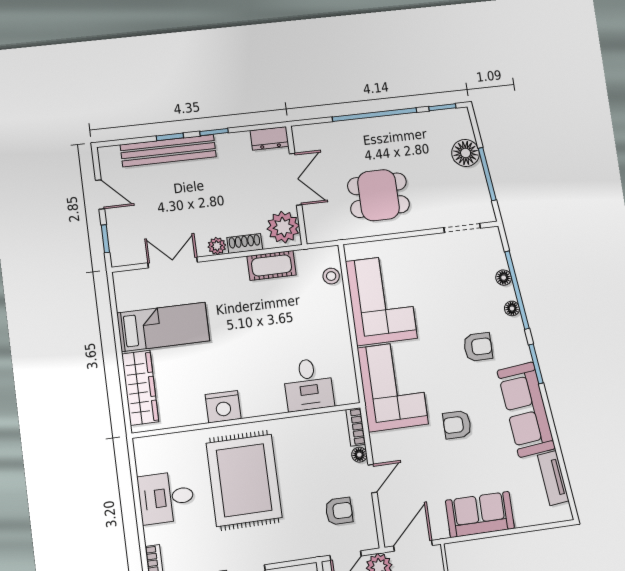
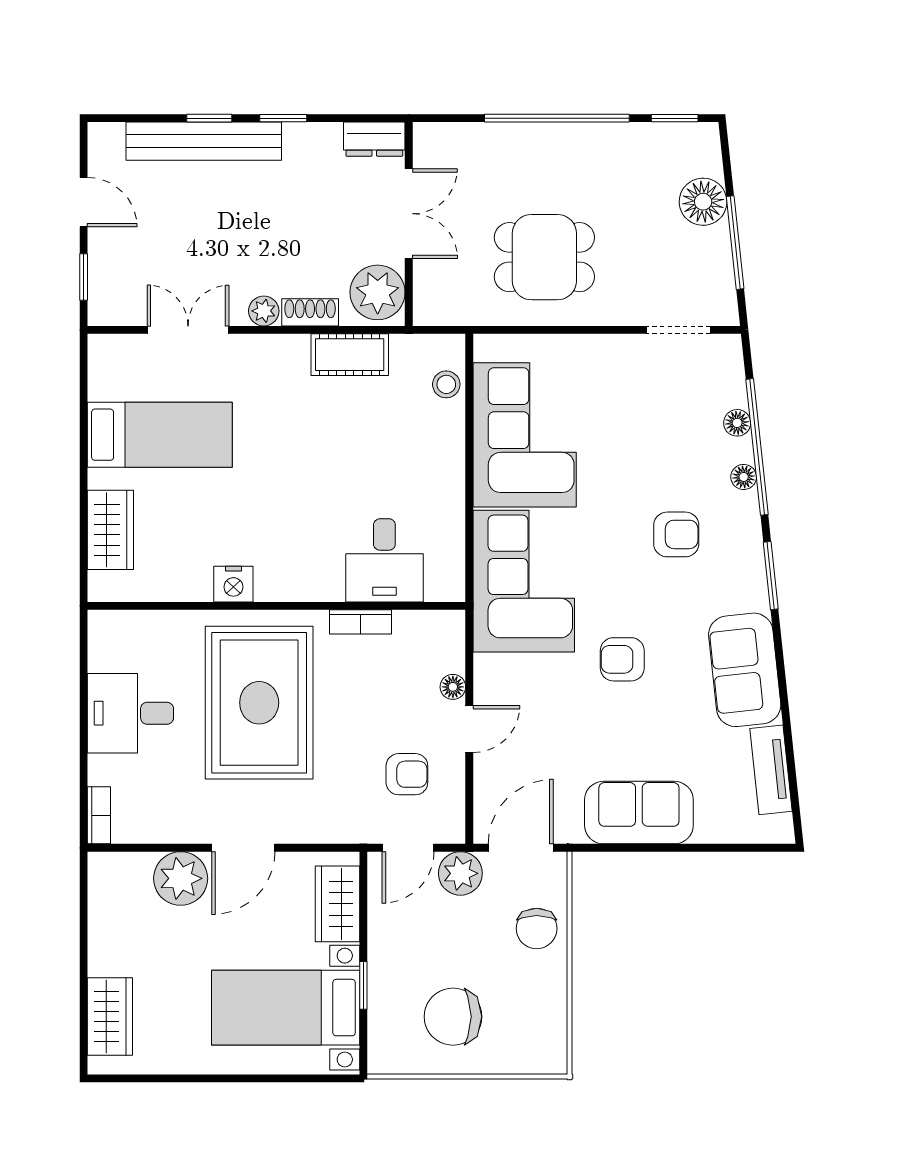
wardrobe: (140, 388) -> (110, 530), width x0.67
nightstand: (223, 407) -> (233, 584), width x0.74, depth x0.75
sofa: (526, 410) -> (745, 670), width x0.73
bookcase: (356, 427) -> (360, 622), moved, turned -90

